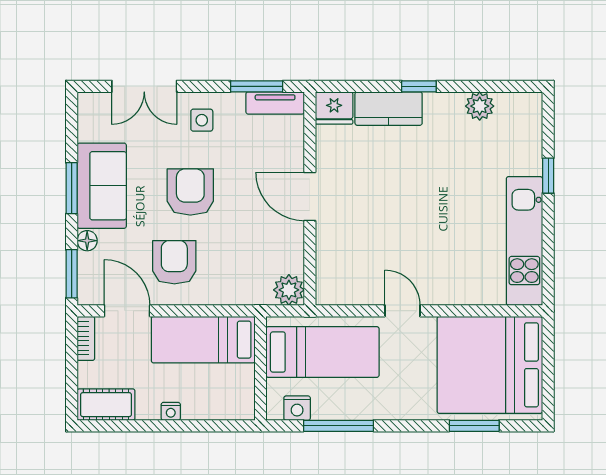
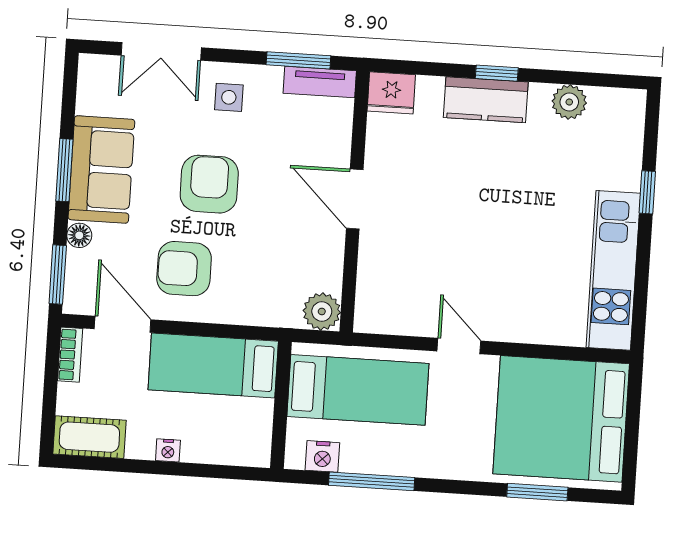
kitchen counter: (389, 109) -> (486, 100), moved
armchair: (174, 262) -> (184, 269), turned -90

